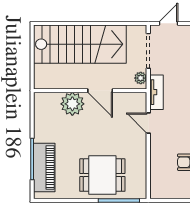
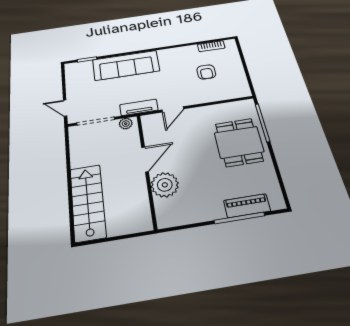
stairs: (80, 44) -> (88, 202), width x0.73, depth x0.66
piano: (44, 168) -> (247, 206), width x0.73, depth x0.75

